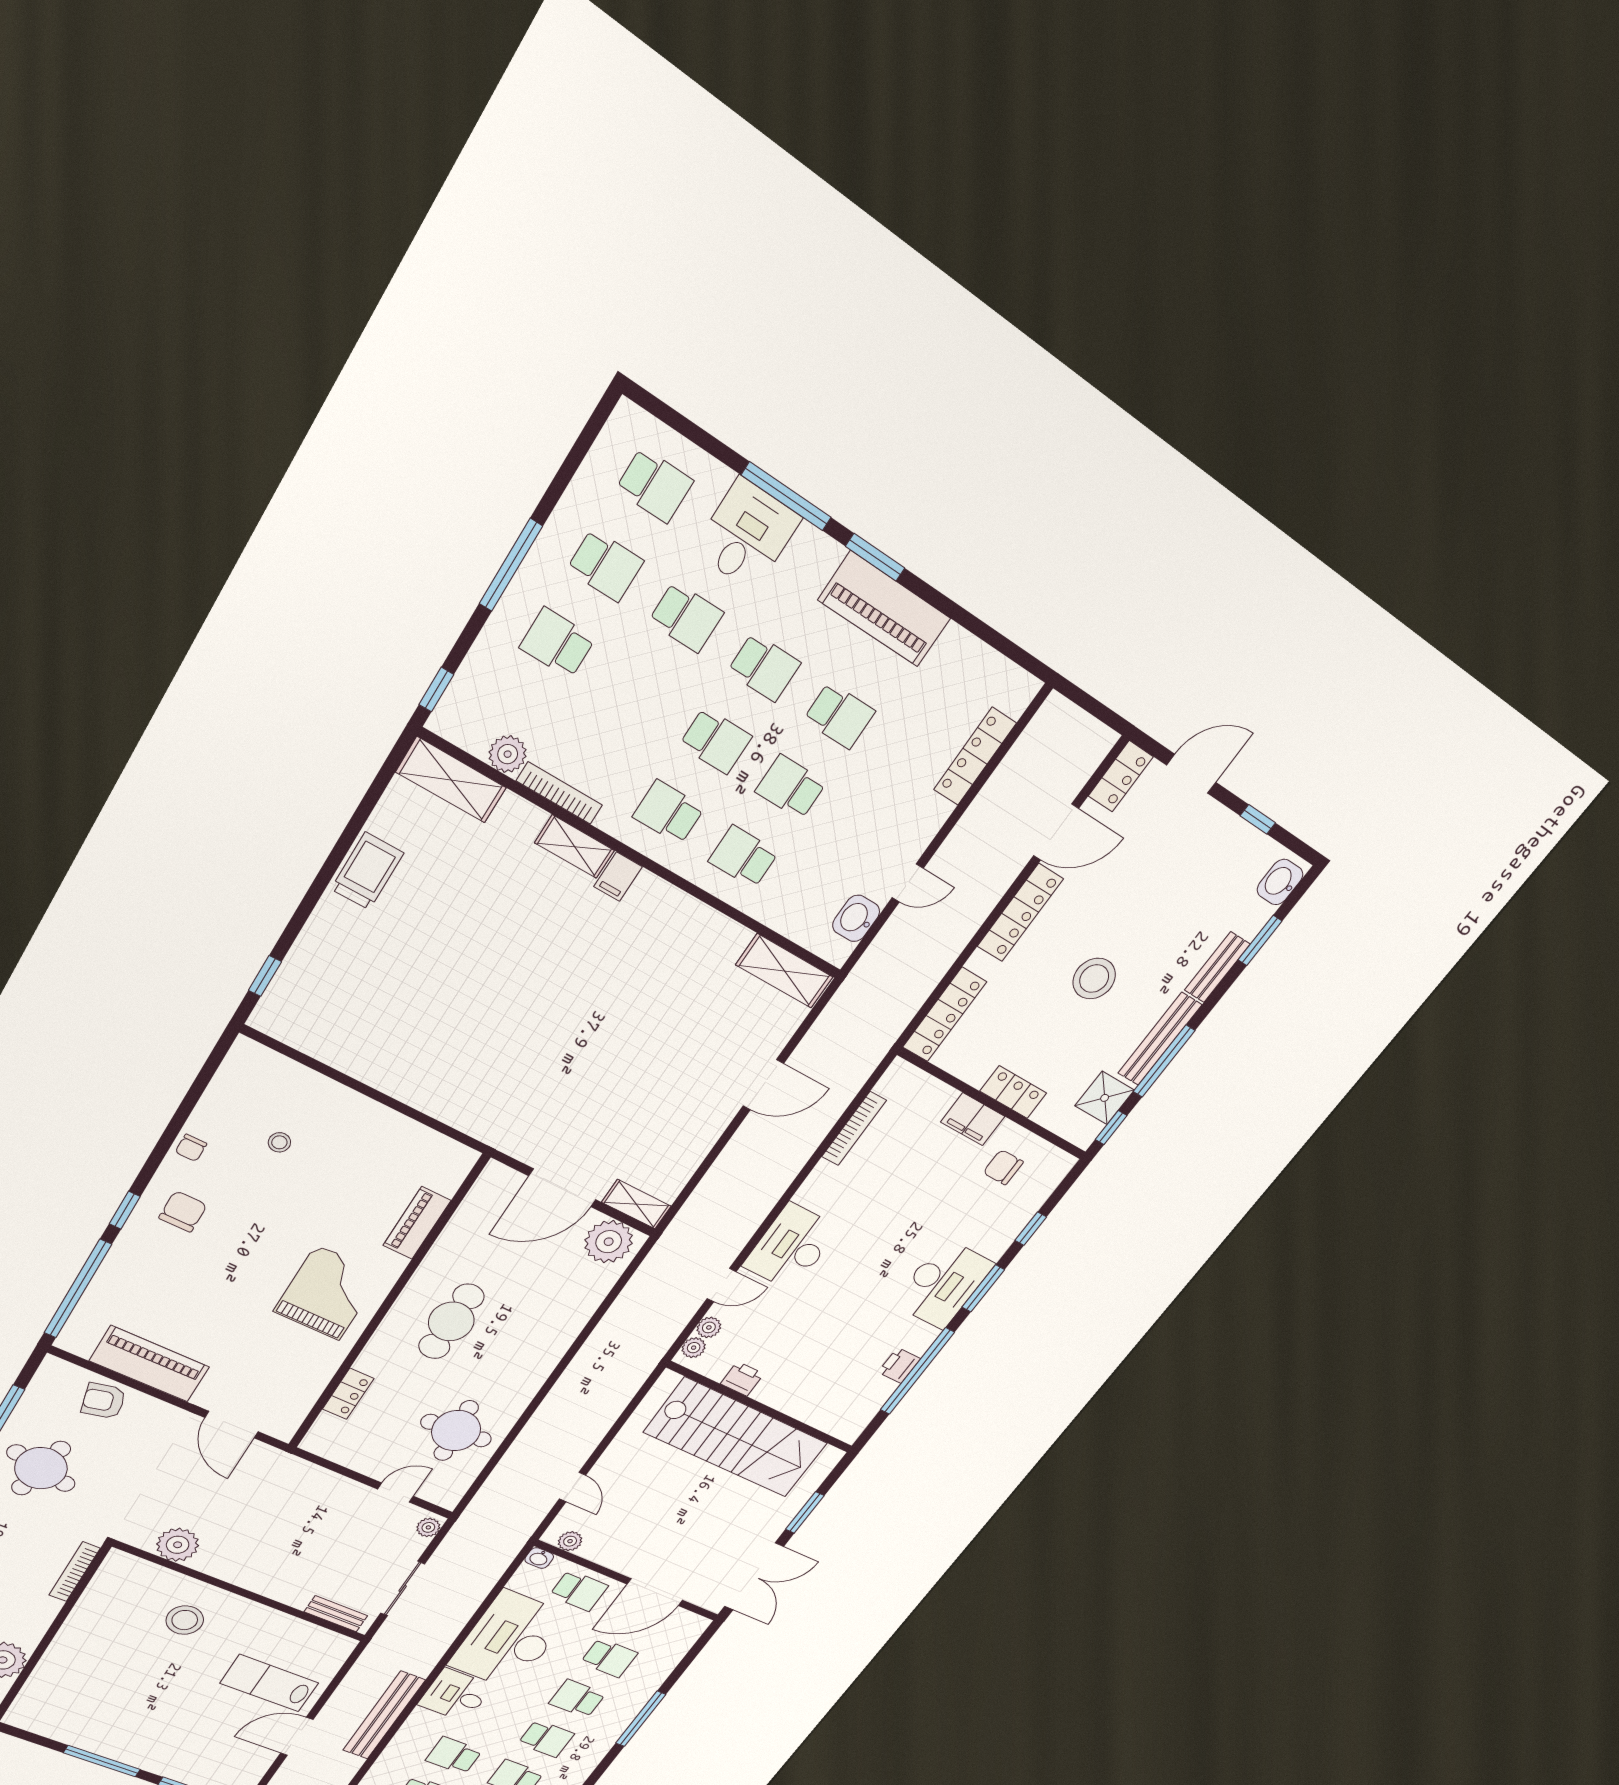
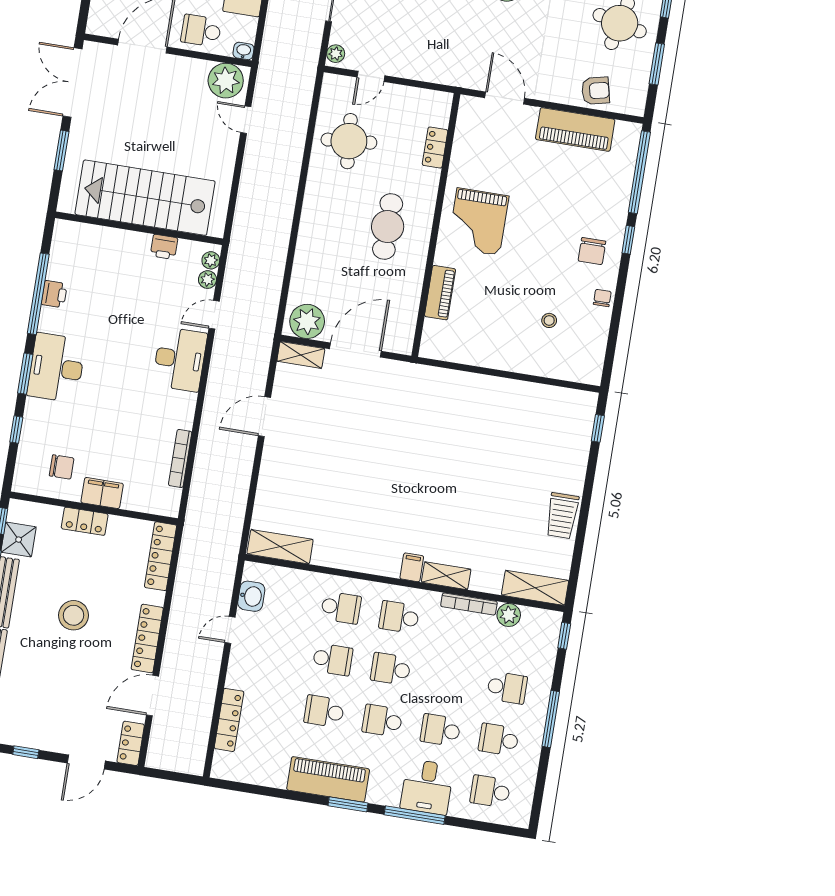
school desk: (669, 812) -> (399, 617), turned 180
door: (763, 1085) -> (265, 417), moved
plant: (570, 1541) -> (226, 81), width x1.88, depth x1.88

